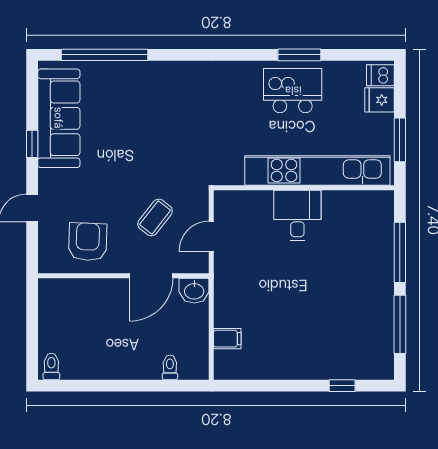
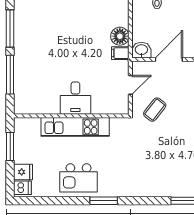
window: (299, 55) -> (104, 201), moved
kitchen unit: (317, 171) -> (75, 127), width x0.73
coffee table: (155, 217) -> (155, 110), moved
floor lamp: (228, 312) -> (120, 36), added
filing cabinet: (227, 339) -> (120, 53), moved

